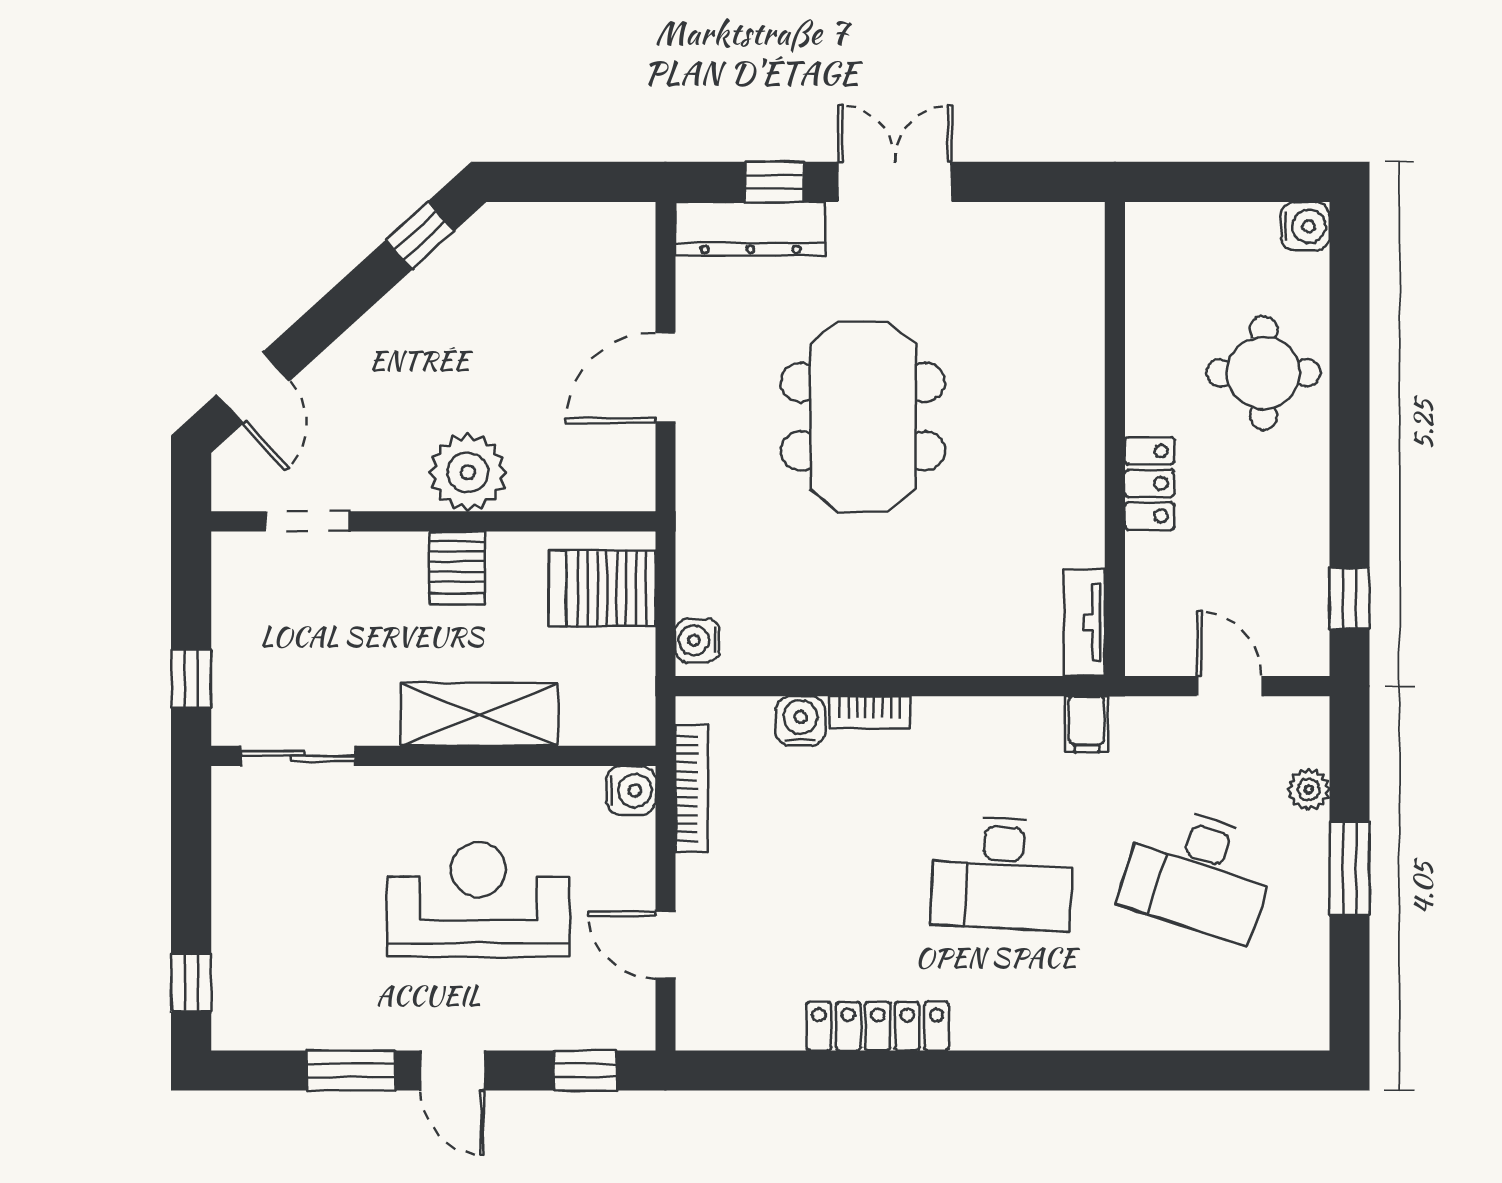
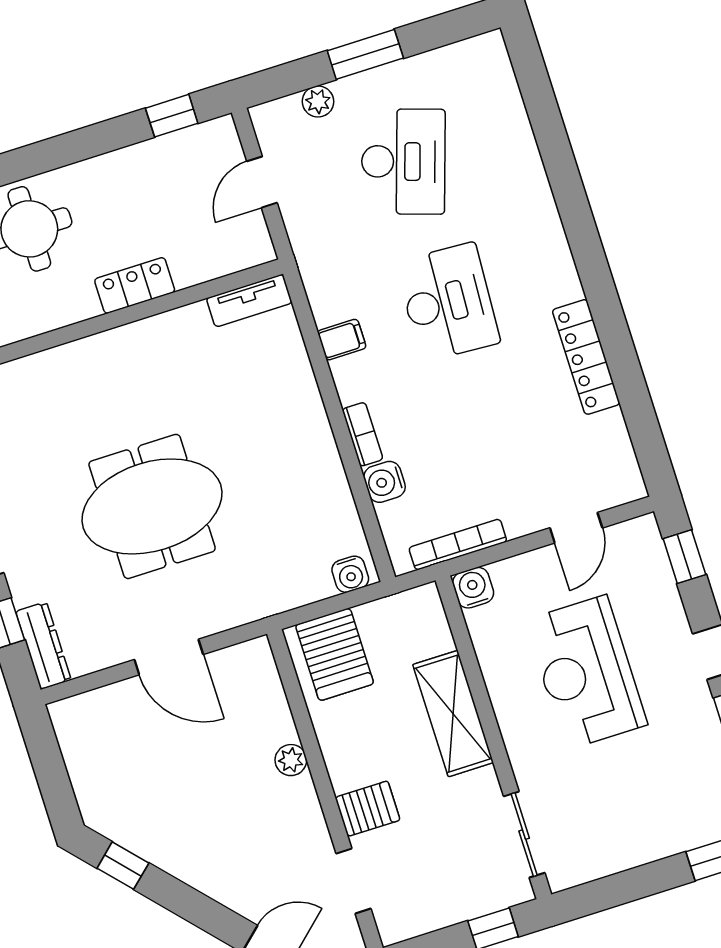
dresser: (750, 229) -> (43, 646), width x0.73, depth x0.80
plant: (468, 472) -> (291, 760), width x0.53, depth x0.53
server rack: (457, 568) -> (367, 809), moved
filing cabinet: (1087, 724) -> (342, 340), moved

